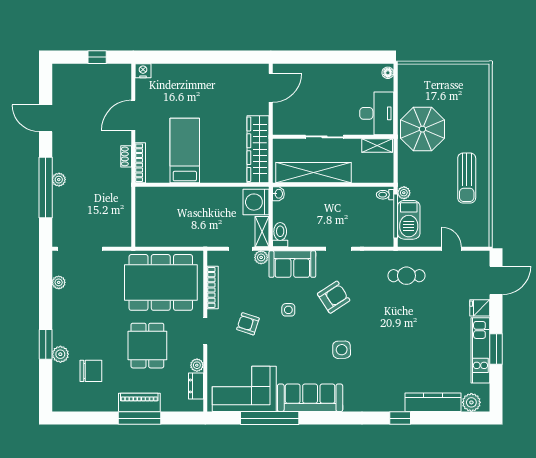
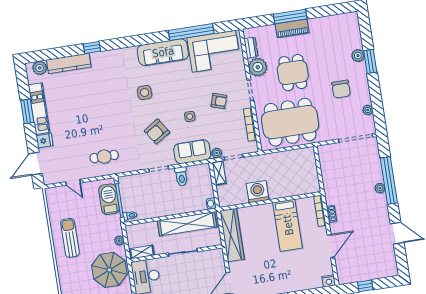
plant: (404, 193) -> (119, 241), moved
washing machine: (256, 202) -> (258, 192), moved, turned -90
toilet: (280, 235) -> (181, 176), moved
plant: (197, 365) -> (258, 67), width x1.87, depth x1.87
chair: (91, 371) -> (341, 89), moved, turned -90

